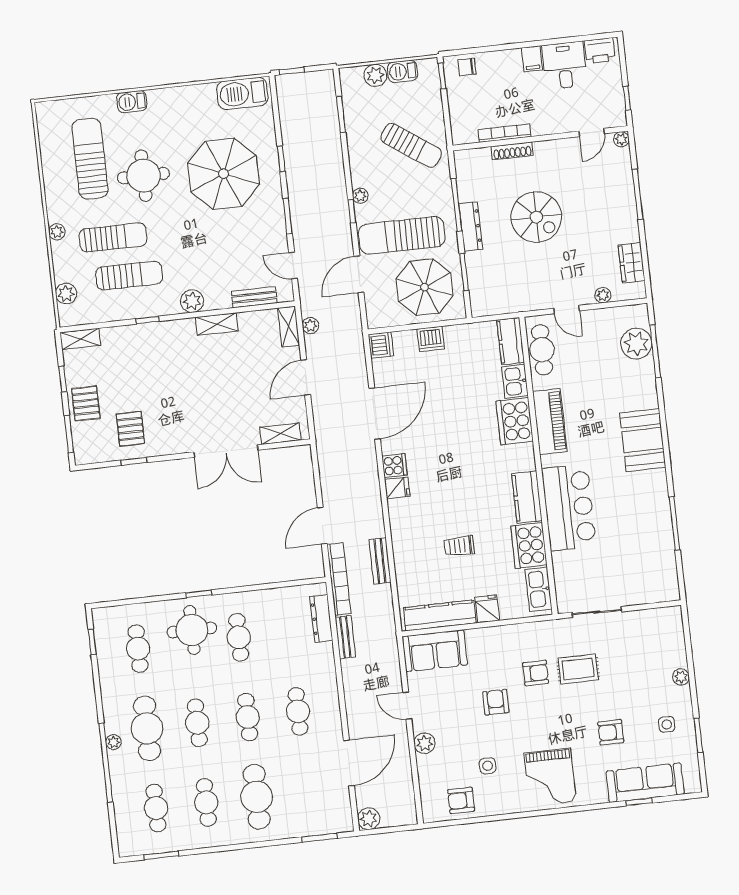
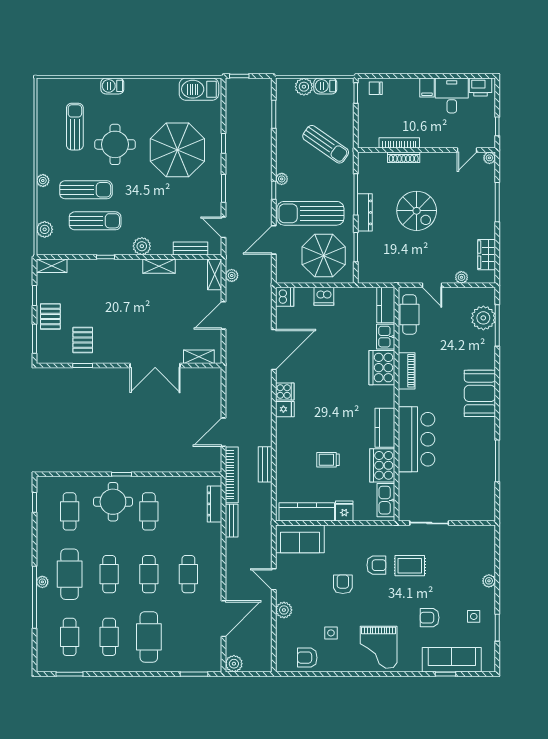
sun lounger: (90, 159) -> (75, 127), width x0.73, depth x0.75
piano: (550, 421) -> (407, 371), width x0.73, depth x0.75

